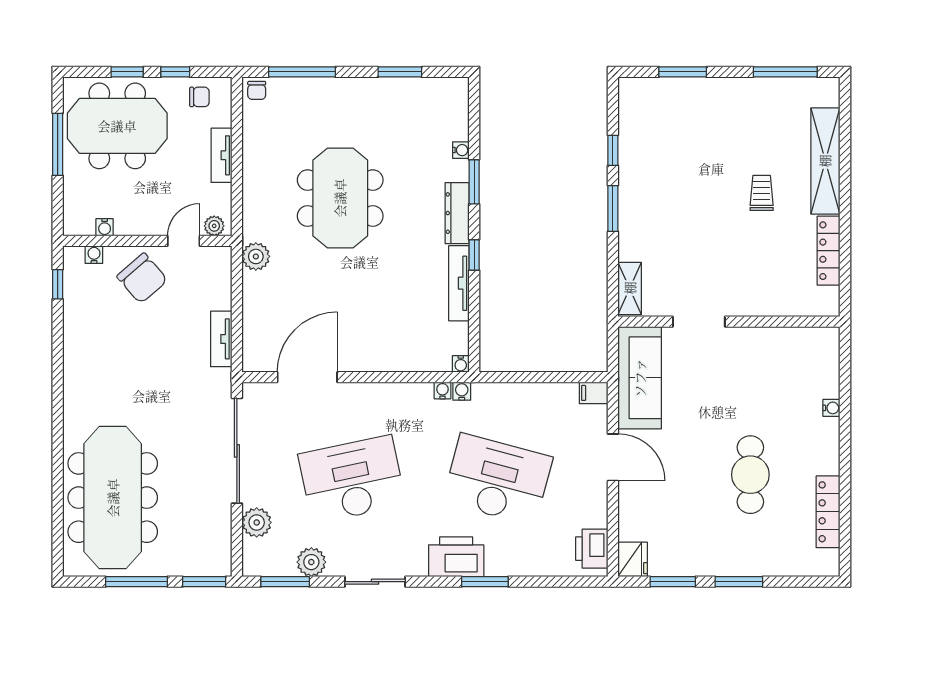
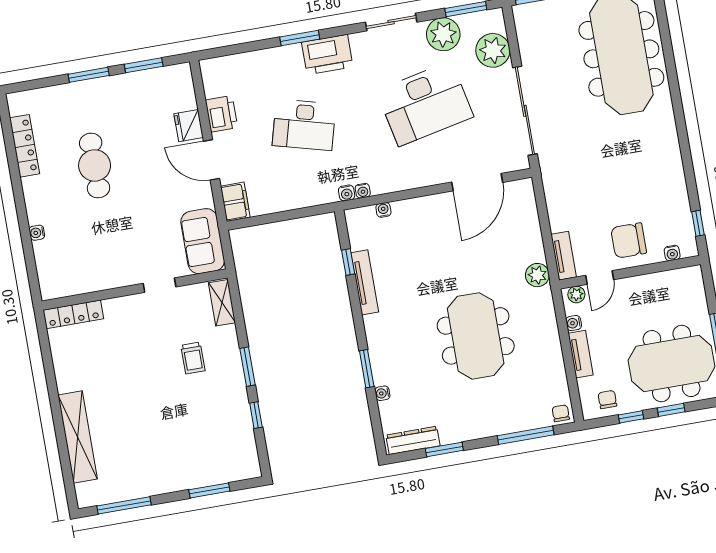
chair: (199, 97) -> (607, 400), turned 90
trolley: (762, 193) -> (193, 358), moved
dresser: (457, 213) -> (413, 440), moved, turned -90
water cooler: (105, 227) -> (574, 323), moved, turned -90
locker: (829, 251) -> (73, 314), moved, turned 90
window: (474, 255) -> (348, 262), moved
chair: (142, 278) -> (629, 240), turned -49
doorway: (699, 322) -> (160, 285), width x0.73
tv unit: (221, 339) -> (564, 256), moved
water cooler: (461, 364) -> (383, 210), moved
sofa: (640, 378) -> (203, 241), width x0.73
filing cabinet: (594, 393) -> (235, 202), width x2.00
desk: (498, 479) -> (304, 125), width x0.73, depth x0.77
plant: (257, 522) -> (493, 50), width x1.36, depth x1.36
printer: (592, 549) -> (221, 114), moved
fridge: (633, 559) -> (189, 126), moved
plant: (311, 562) -> (443, 34), width x1.36, depth x1.36

